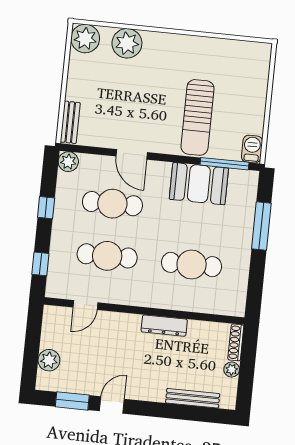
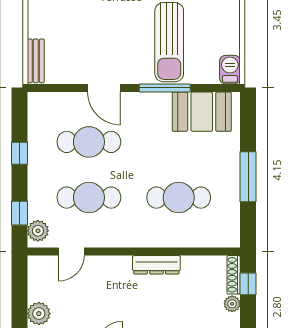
plant: (68, 162) -> (38, 231), moved
window: (224, 164) -> (165, 88), moved
booth: (199, 184) -> (202, 112), moved
window: (261, 226) -> (248, 177), moved
window: (249, 352) -> (248, 284), added

